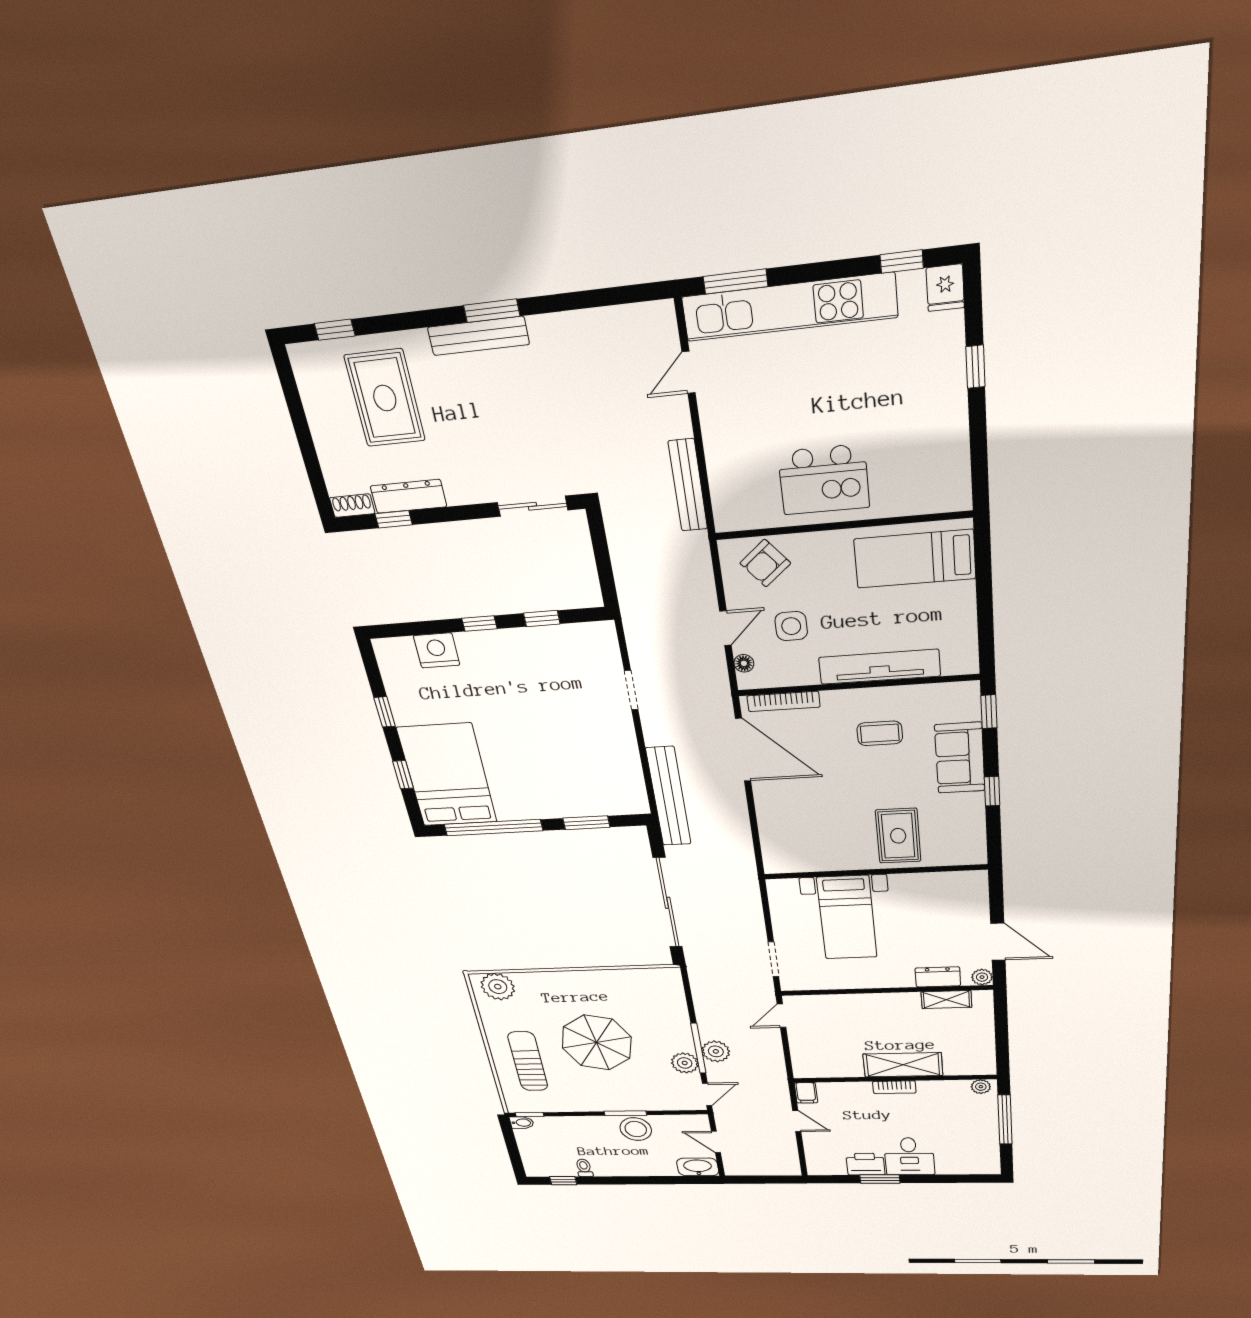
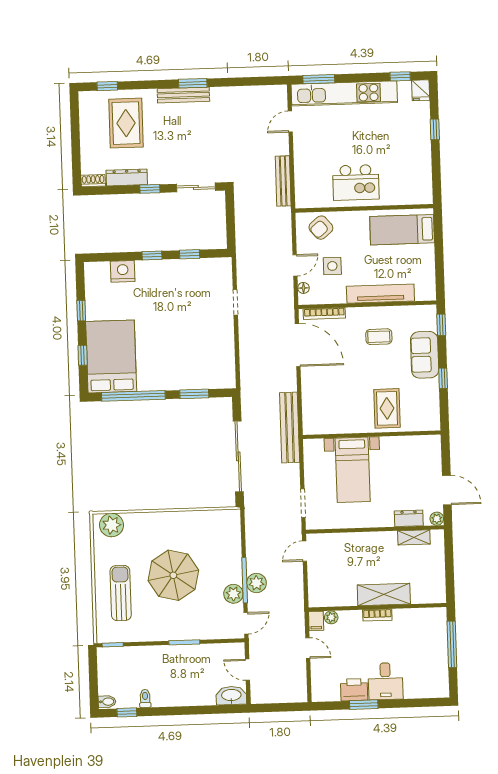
window: (394, 519) -> (150, 189), moved
bench: (668, 797) -> (290, 427), moved
plant: (981, 1087) -> (331, 617), moved
bidet: (522, 1123) -> (107, 702), moved
stool: (636, 1129) -> (190, 658), removed

